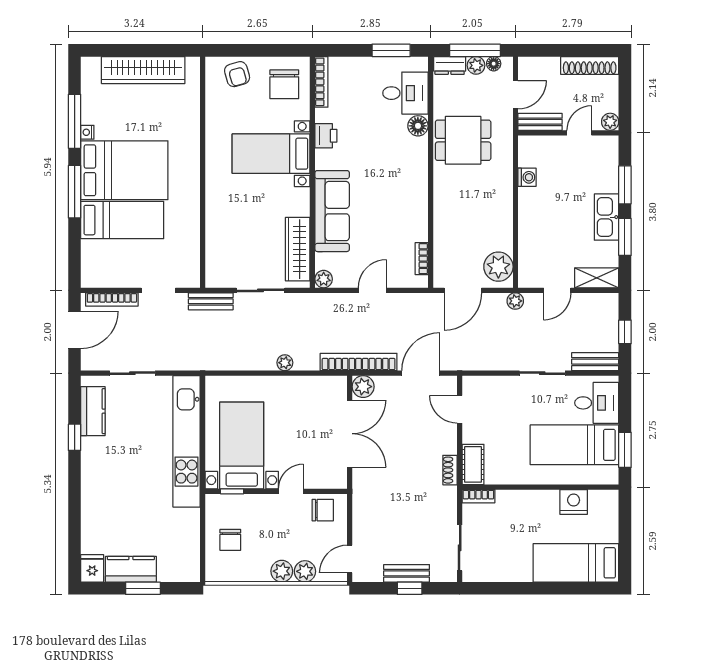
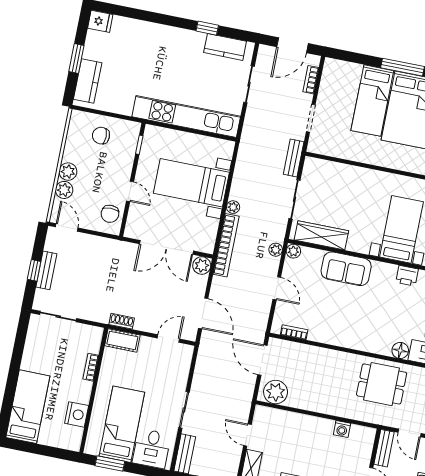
dining table: (463, 140) -> (382, 384), turned 90
sofa: (332, 211) -> (346, 269), width x0.73
bookcase: (112, 299) -> (311, 80), width x0.64
plant: (515, 301) -> (276, 250), moved
door: (75, 330) -> (293, 45), hinge flipped
bookcase: (359, 362) -> (226, 245), moved
bed with nightstands: (242, 445) -> (191, 183), moved, turned 180
bookcase: (478, 496) -> (91, 367), moved
kitchen counter: (131, 569) -> (88, 81), moved

